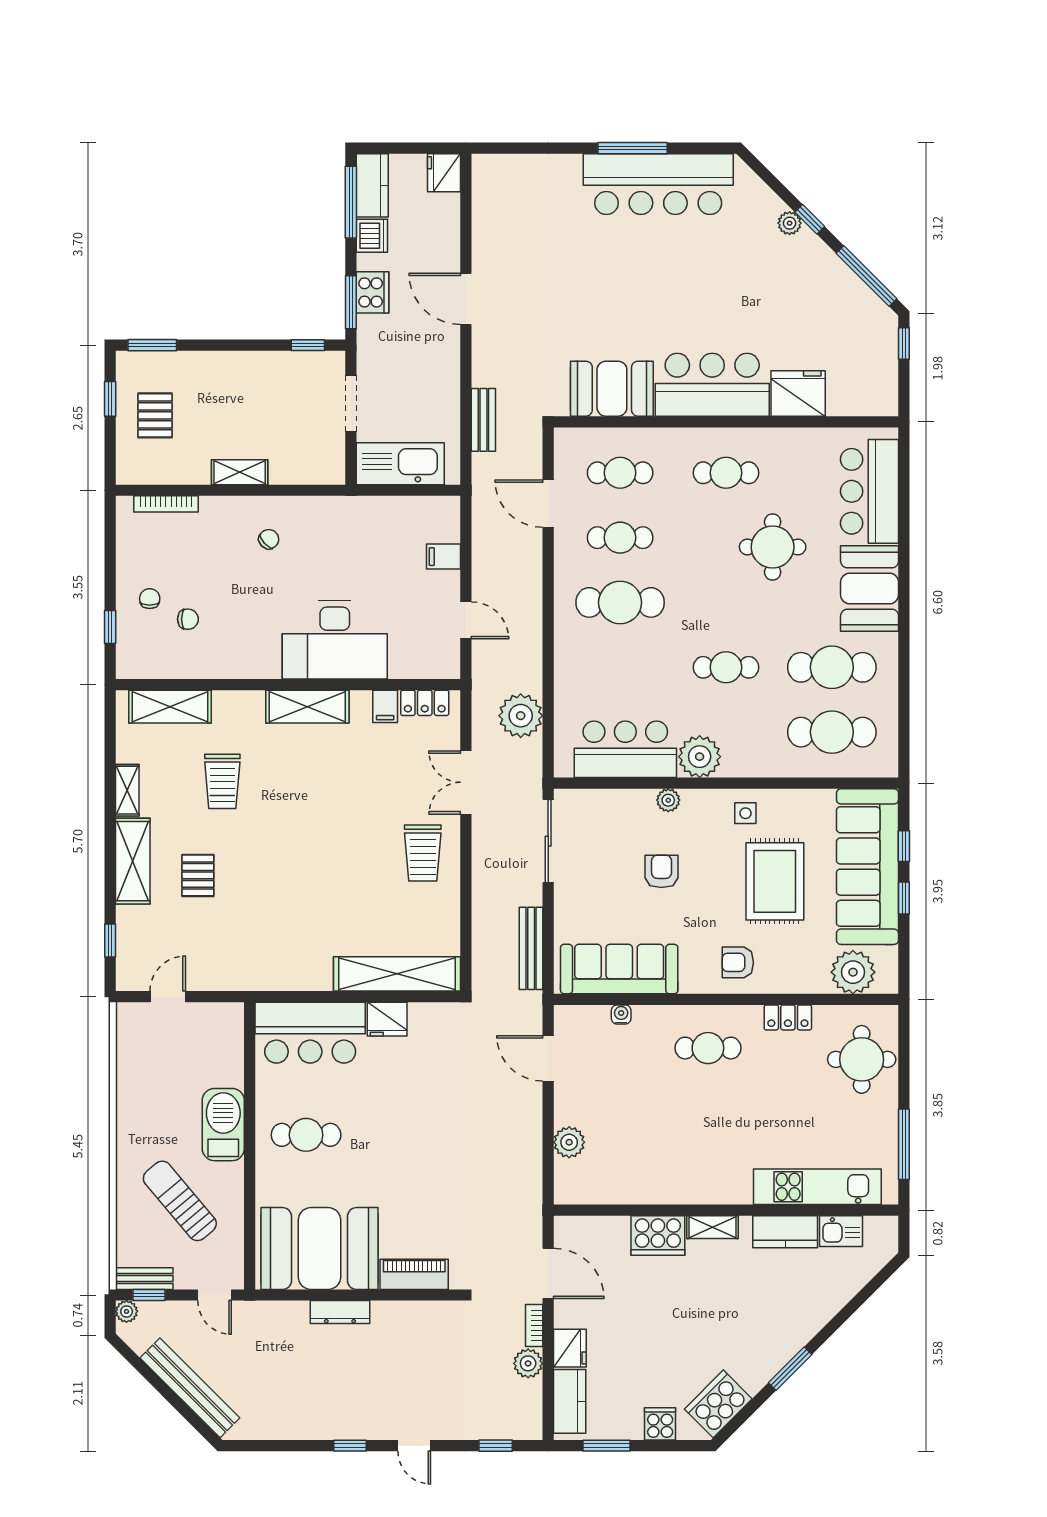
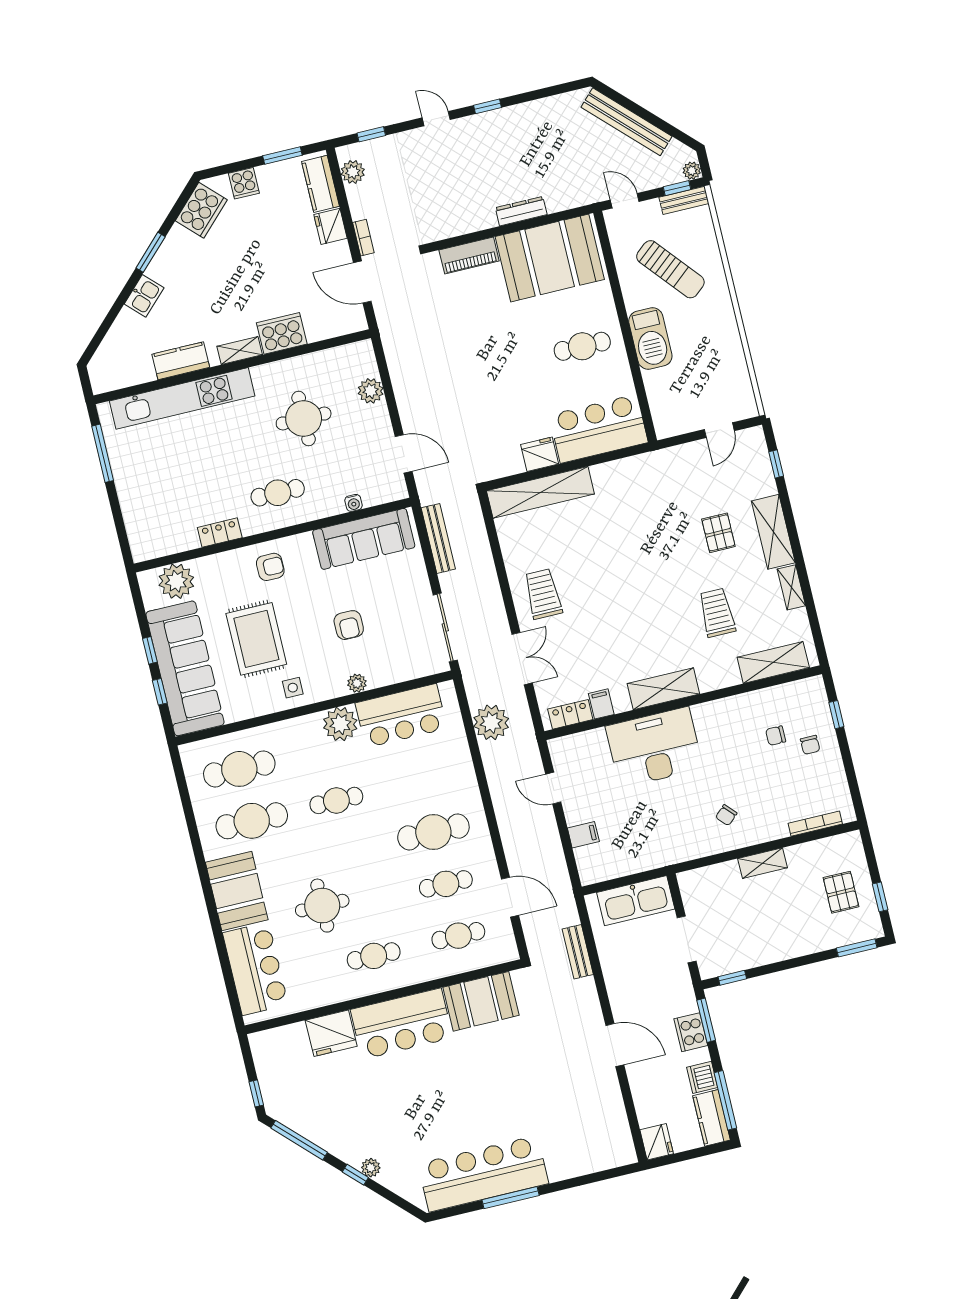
round table: (862, 1059) -> (304, 419), moved
kitchen unit: (817, 1187) -> (182, 398), width x1.36
kitchen sink: (841, 1231) -> (144, 296), moved, turned 135
plant: (528, 1363) -> (353, 172), moved

